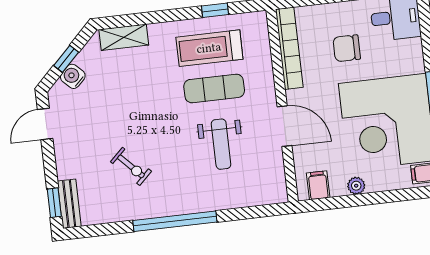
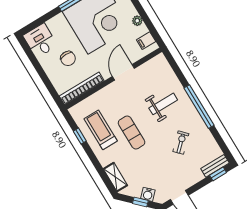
treadmill: (209, 48) -> (101, 130), turned 180
exercise mat: (214, 88) -> (132, 133), moved
weight bench: (221, 144) -> (163, 104), moved

